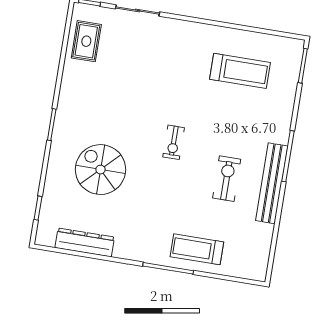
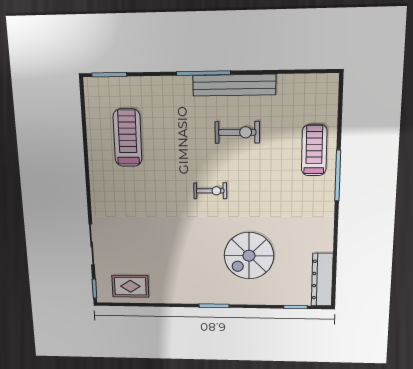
exercise bike: (227, 179) -> (237, 132), turned 180
dresser: (85, 242) -> (322, 280), moved
treadmill: (197, 249) -> (314, 150), turned 180

